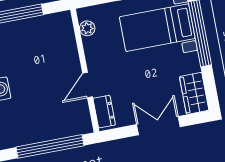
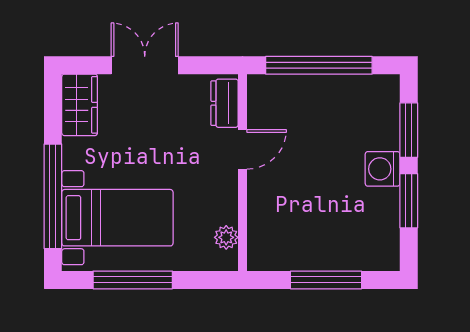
double door: (158, 126) -> (145, 65), swing flipped

